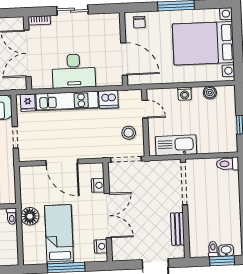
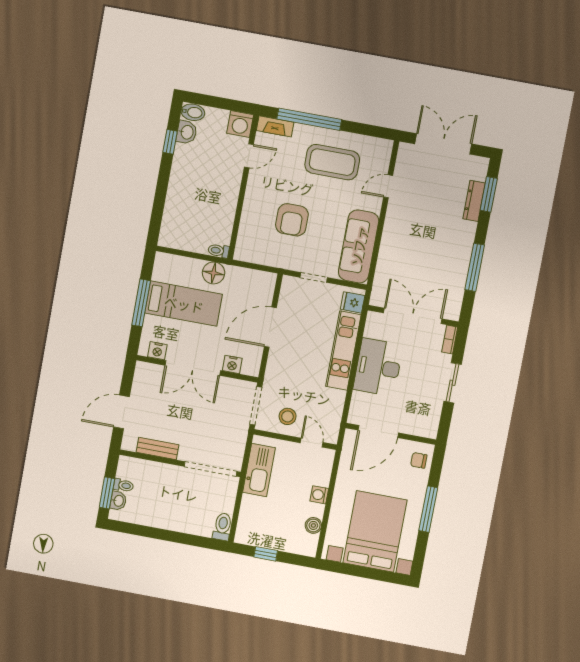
dishwasher: (108, 99) -> (334, 401), removed
door: (145, 109) -> (312, 443), swing flipped

